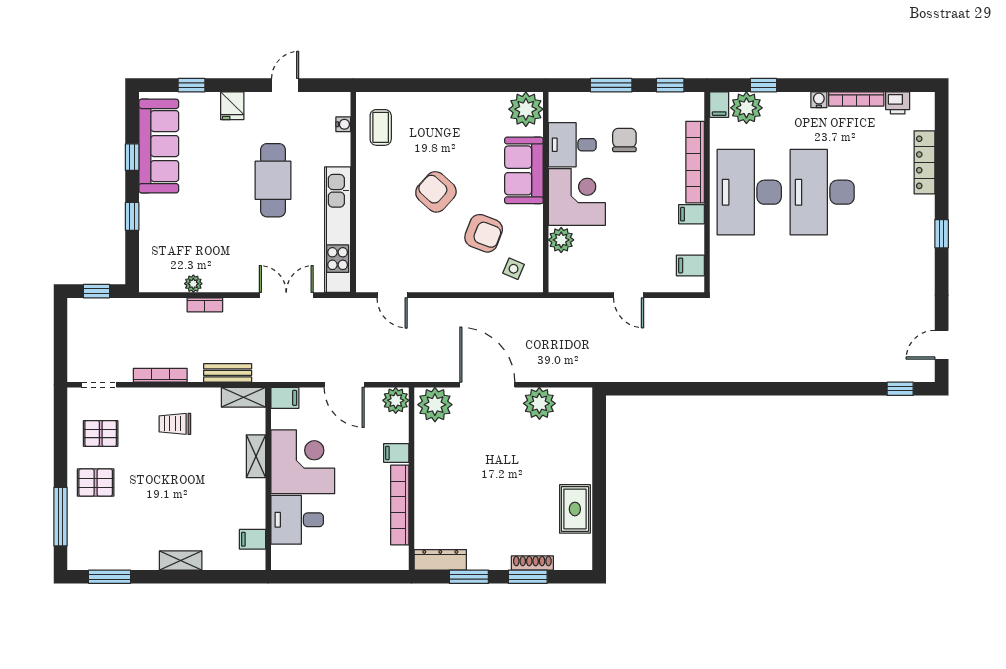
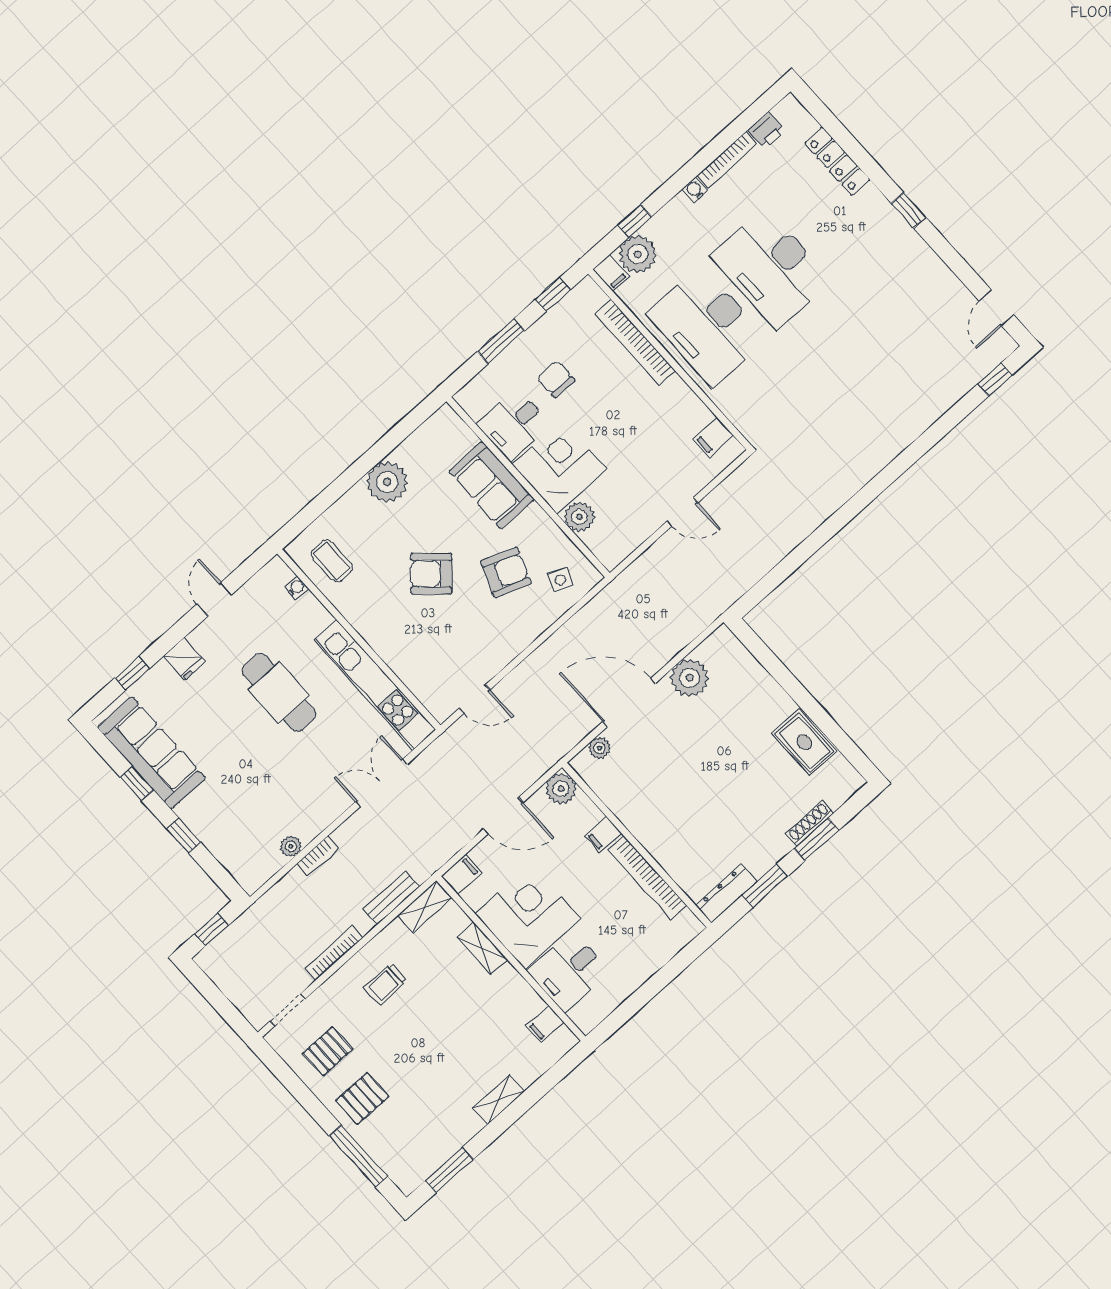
plant: (526, 109) -> (387, 482), moved
filing cabinet: (691, 214) -> (673, 391), removed
plant: (435, 405) -> (599, 748), width x0.53, depth x0.53

